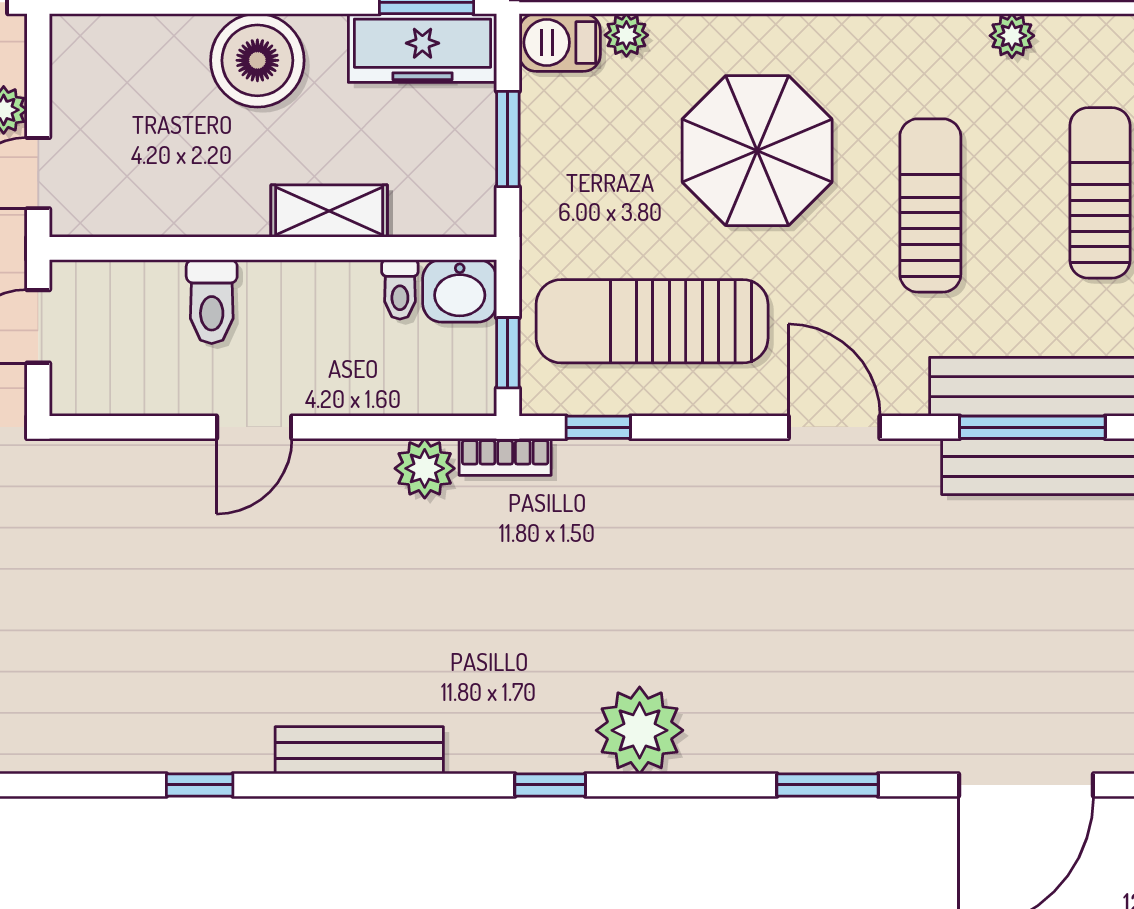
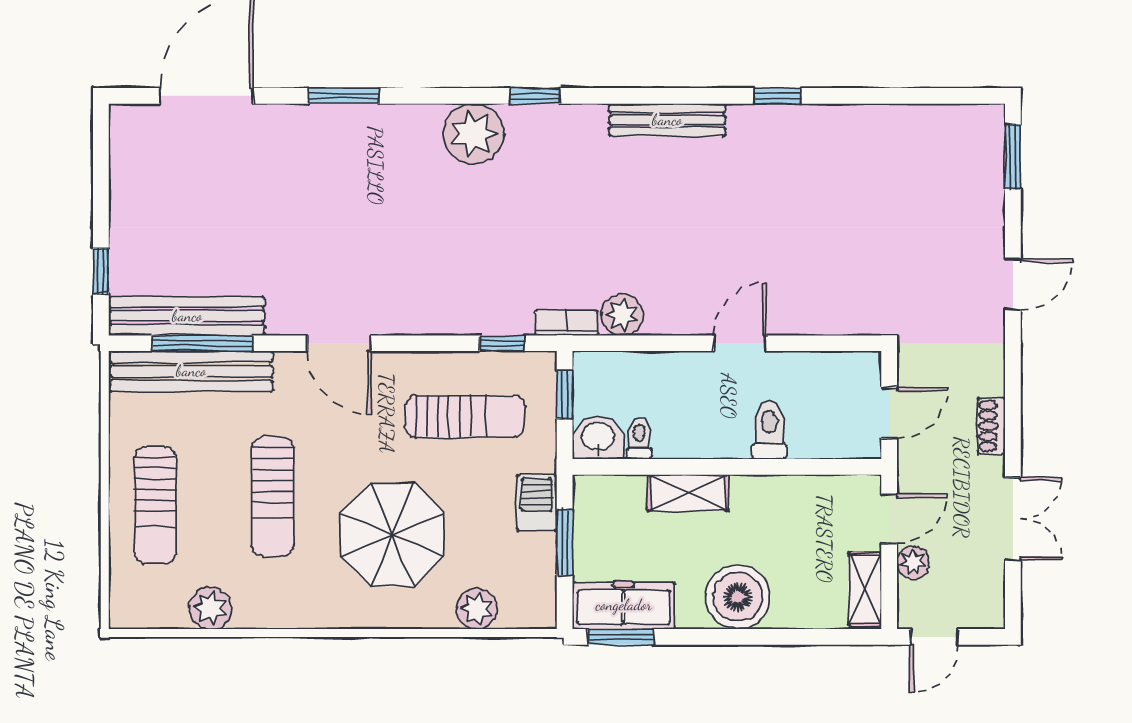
plant: (626, 35) -> (477, 609), width x1.38, depth x1.38
plant: (1012, 36) -> (210, 608), width x1.38, depth x1.38
barbecue: (560, 42) -> (537, 503), moved, turned -90
shelving: (73, 72) -> (865, 589), added
sun lounger: (652, 321) -> (465, 417), width x0.73, depth x0.75

